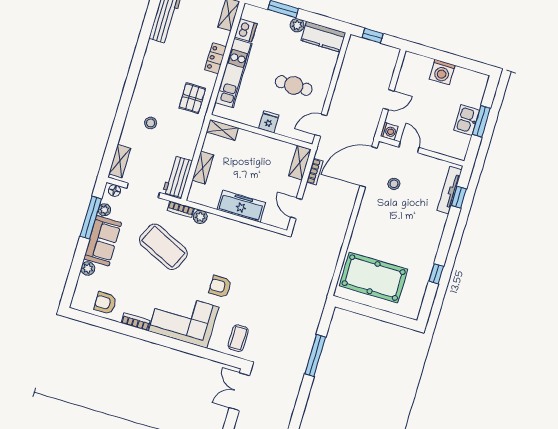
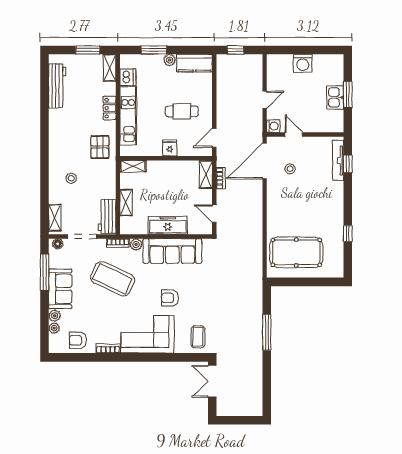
plant: (104, 210) -> (54, 328), moved
sofa: (238, 236) -> (172, 251), added

